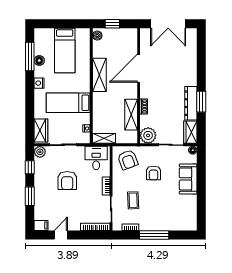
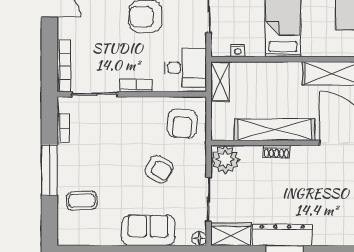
shelving: (131, 115) -> (275, 130), width x1.47
armchair: (128, 160) -> (182, 124), turned -66
armchair: (153, 173) -> (159, 169), turned -150
coffee table: (133, 200) -> (82, 201), moved

